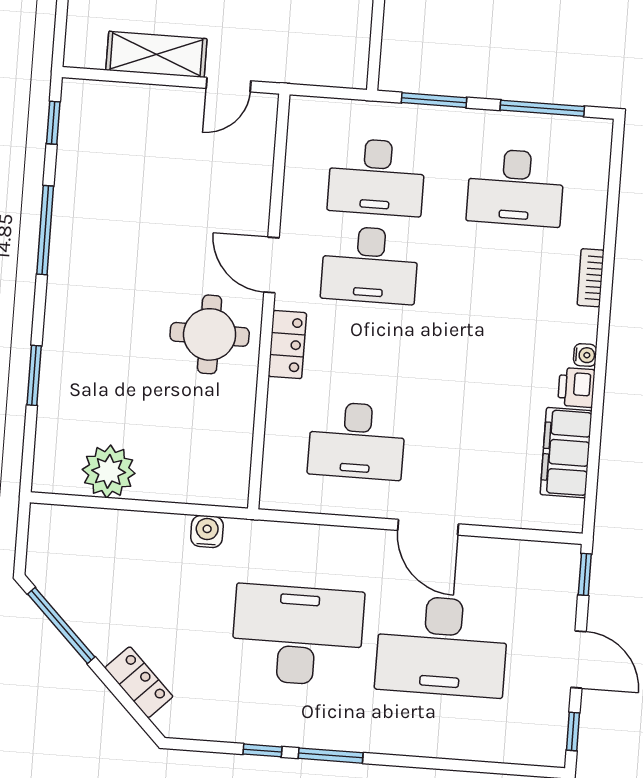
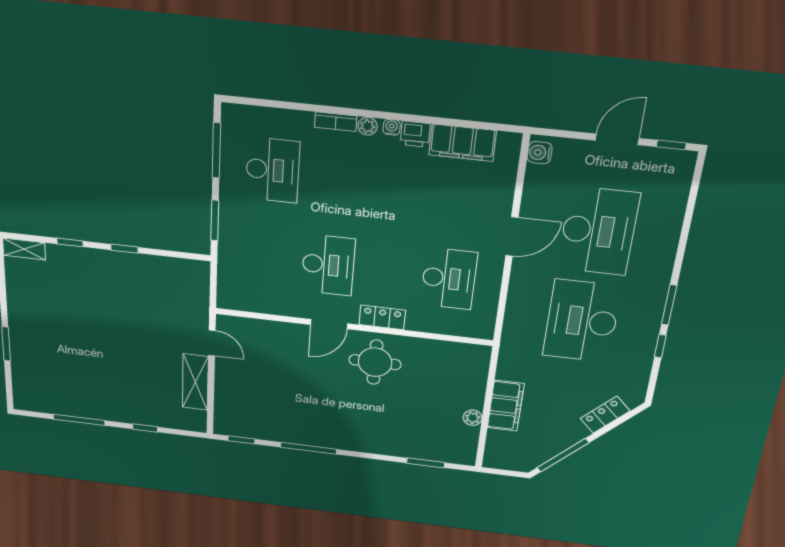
desk: (376, 177) -> (268, 258), removed
plant: (586, 322) -> (368, 126), added
window: (34, 375) -> (426, 463), moved
plant: (109, 471) -> (473, 418), width x0.53, depth x0.53
water cooler: (207, 531) -> (540, 153), moved
filing cabinet: (145, 533) -> (506, 406), added
window: (585, 574) -> (554, 133), removed

